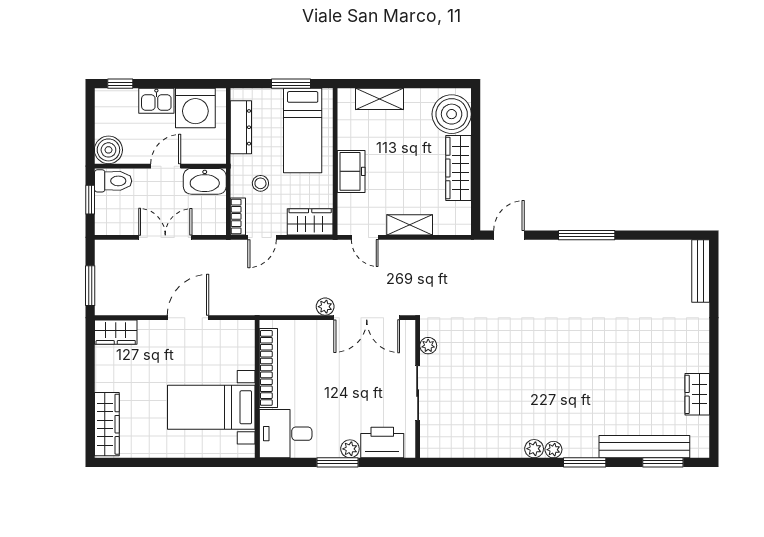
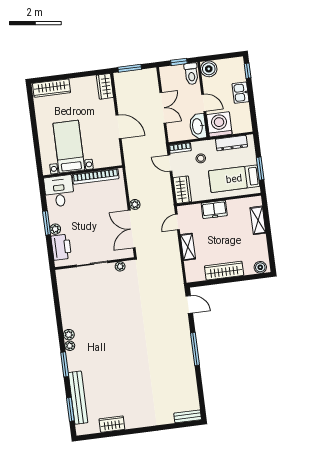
washing machine: (195, 108) -> (219, 124), moved, turned 90
boiler: (452, 114) -> (260, 267), width x0.54, depth x0.54
bench: (701, 271) -> (188, 416), width x0.73

